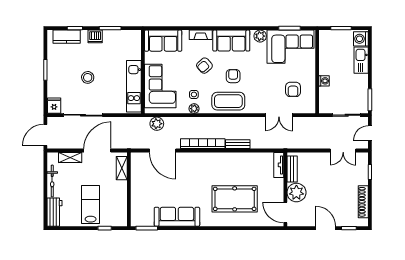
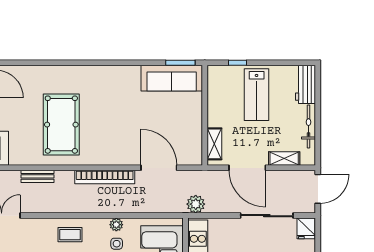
coffee table: (228, 101) -> (70, 235), width x0.54, depth x0.58
plant: (157, 124) -> (196, 204), moved
bench: (238, 144) -> (38, 176), moved
door: (97, 151) -> (247, 168), hinge flipped
pool table: (235, 199) -> (61, 125), moved, turned 90
sofa: (177, 217) -> (172, 78), moved

